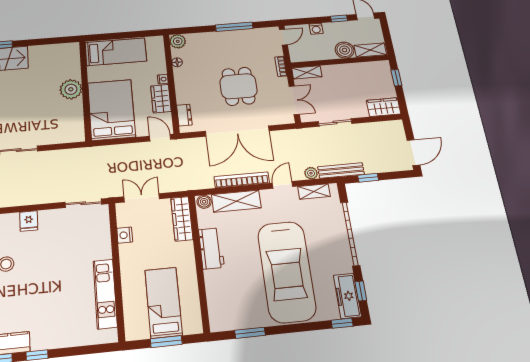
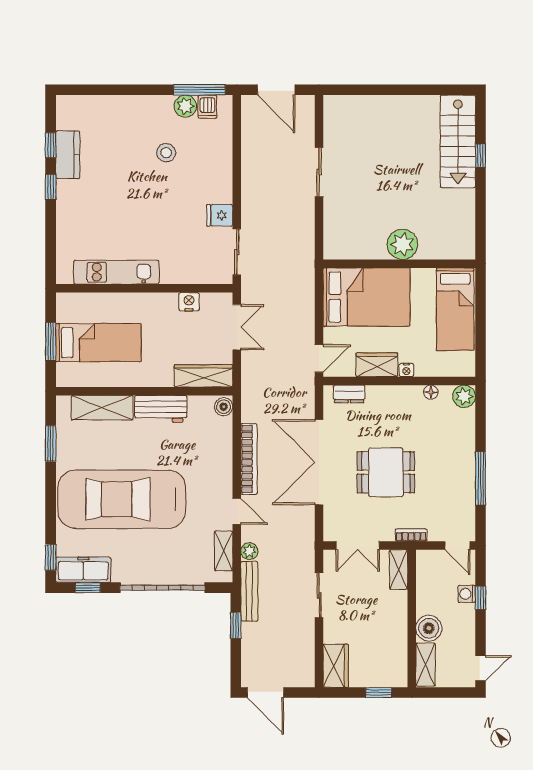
window: (339, 19) -> (481, 598), moved
shelving: (236, 201) -> (102, 408), moved, turned 90
fridge: (29, 221) -> (220, 215), moved

